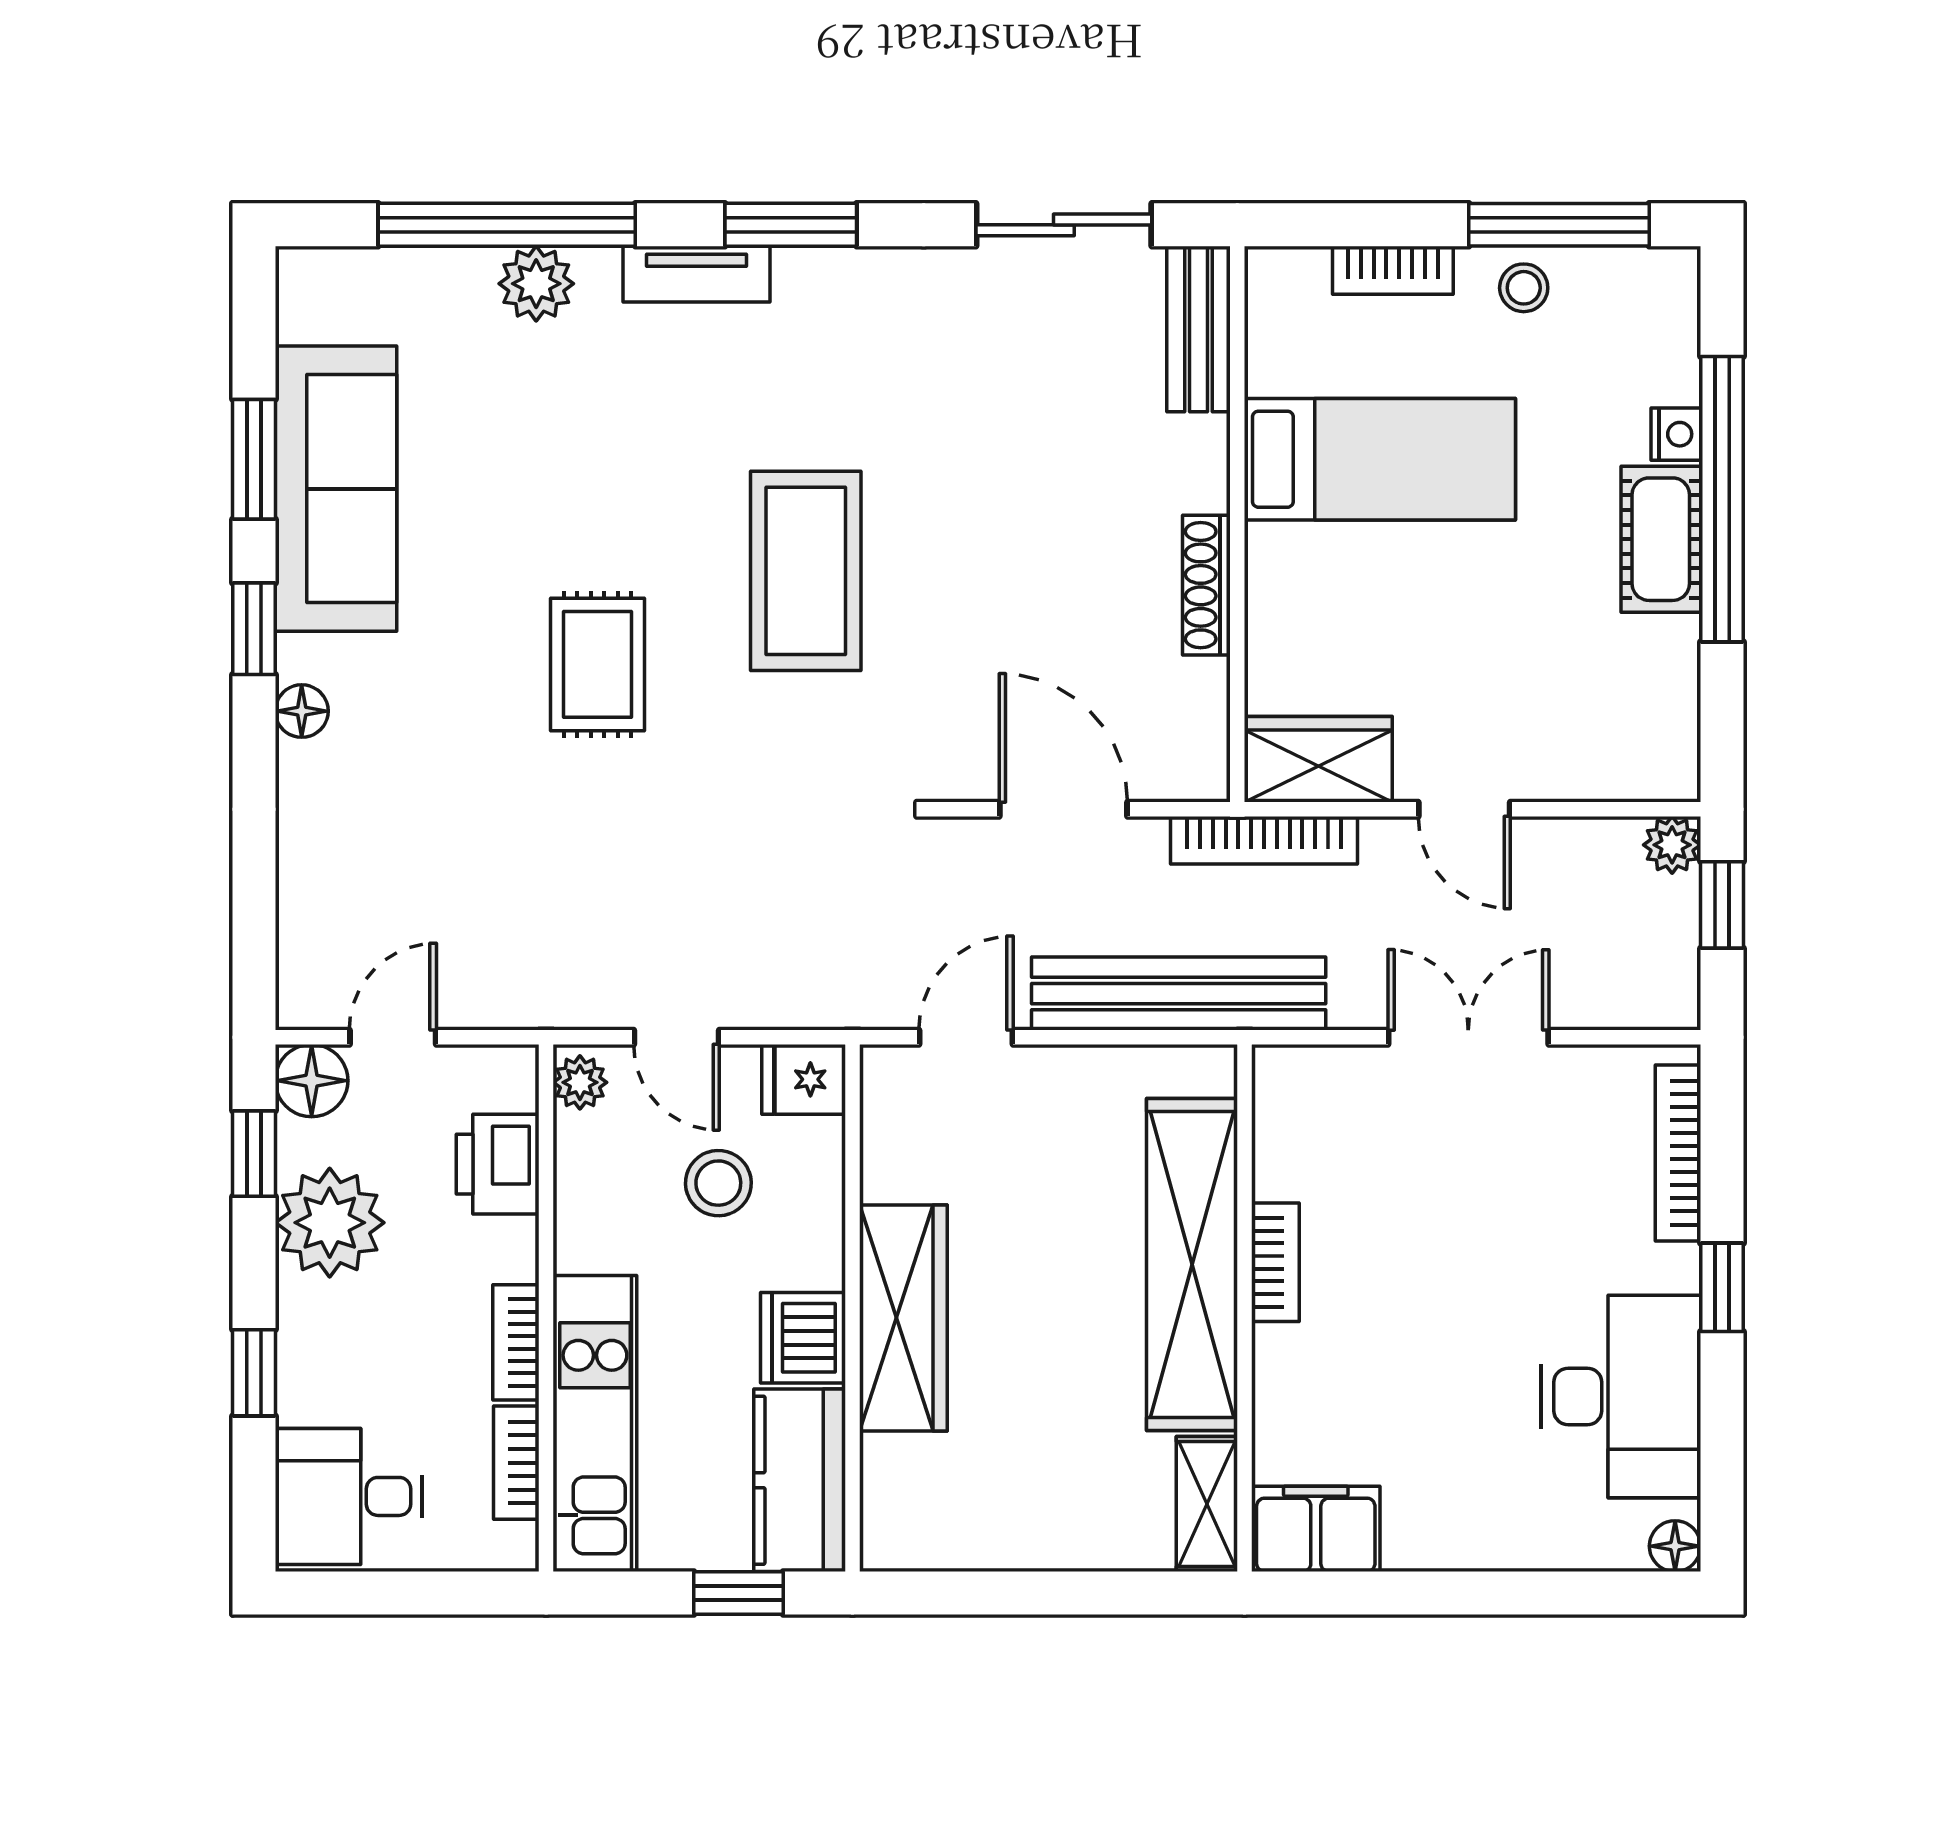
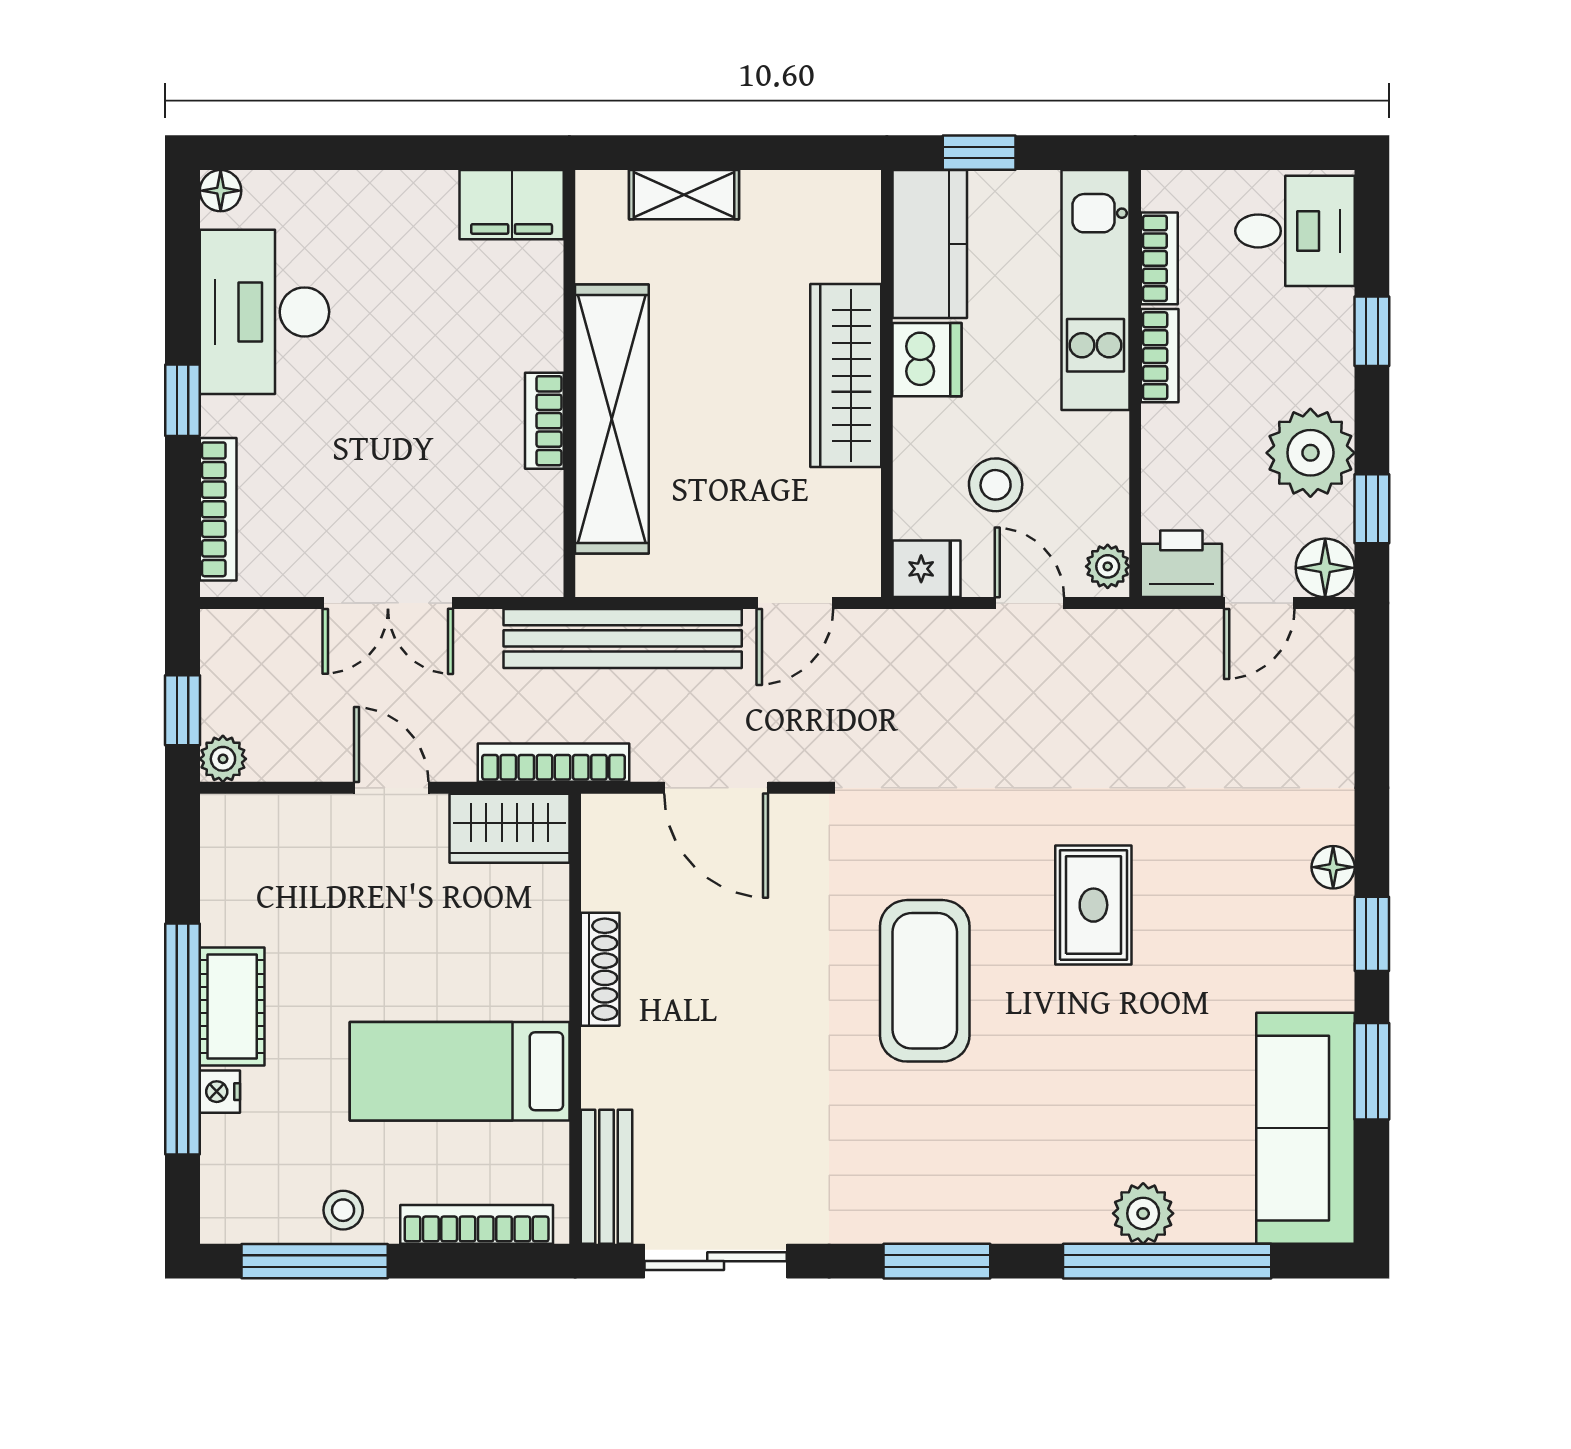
bookcase: (1393, 270) -> (477, 1224), width x1.56
tv unit: (697, 274) -> (1013, 1221), removed
sofa: (336, 489) -> (1305, 1128), moved
printer: (498, 1164) -> (1181, 564), moved, turned -90
shelving: (1207, 1504) -> (684, 195), moved, turned 90

